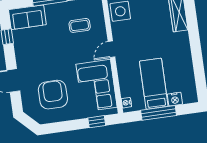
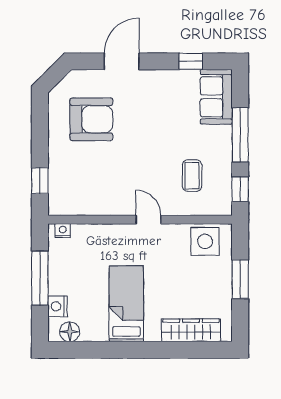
bed: (154, 84) -> (126, 304), moved, turned -90
corner sofa: (97, 86) -> (96, 189), removed
floor lamp: (190, 89) -> (70, 332), added

